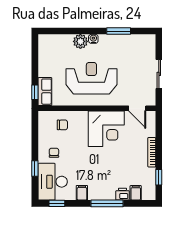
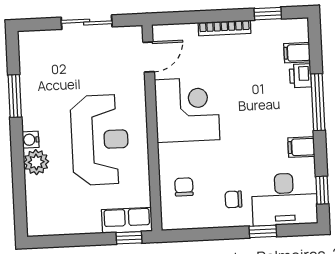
reception desk: (91, 78) -> (100, 140), turned 180

